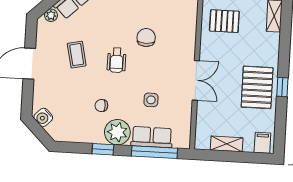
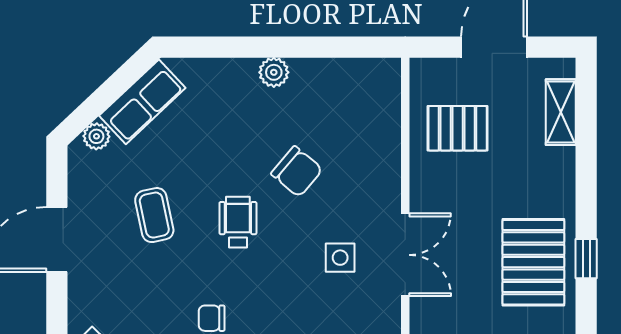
chair: (146, 38) -> (297, 172), turned 130
wheelchair: (117, 60) -> (238, 222), turned 180
side table: (151, 100) -> (340, 258), moved

